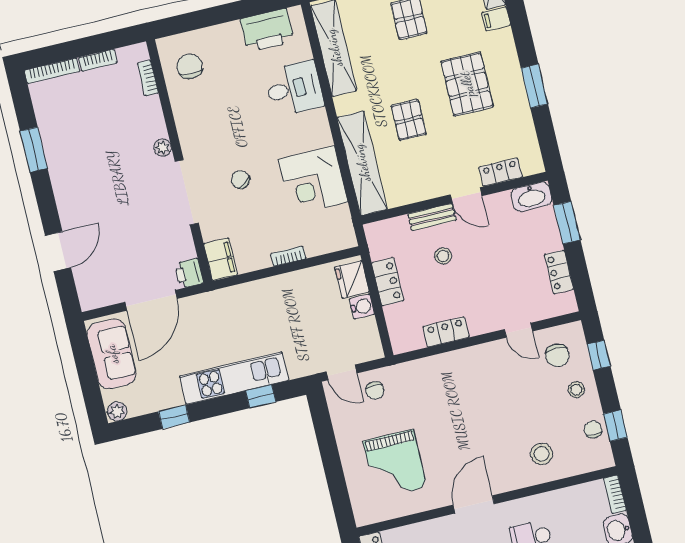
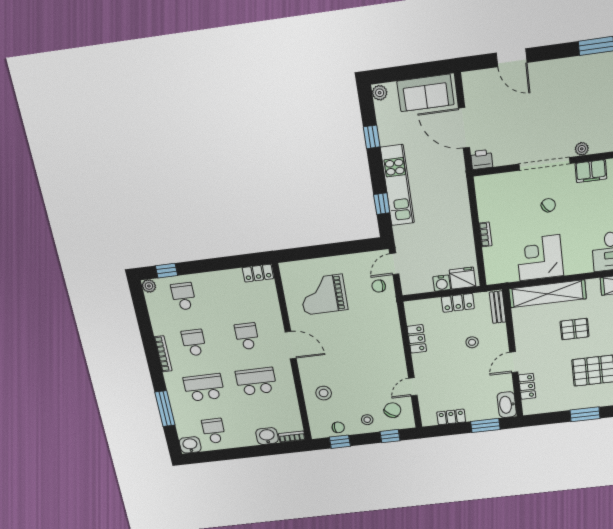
bench: (432, 217) -> (498, 307), moved
filing cabinet: (221, 259) -> (591, 171), moved
chair: (557, 355) -> (392, 410), turned 126

